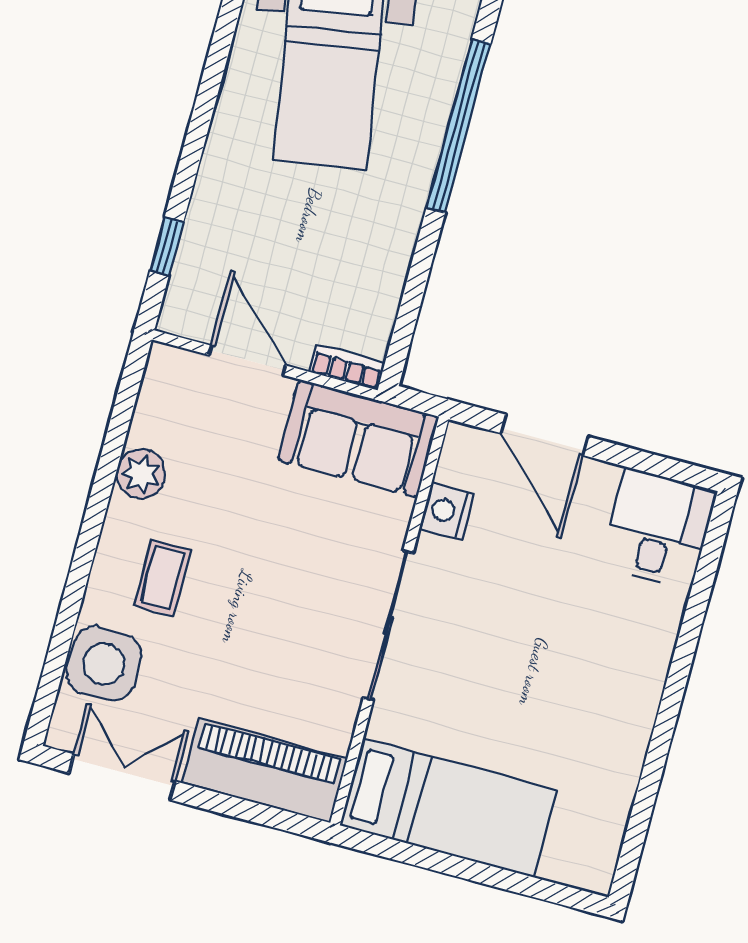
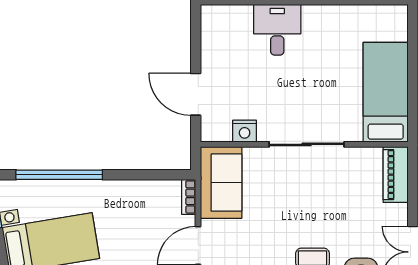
door: (544, 435) -> (196, 94), swing flipped
desk: (658, 529) -> (277, 30), moved, turned 90
piano: (265, 771) -> (396, 175), width x0.73, depth x0.75

